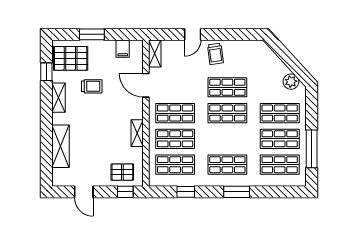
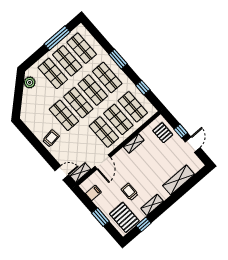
door: (193, 34) -> (62, 173), moved
shop shelf: (227, 139) -> (93, 90), added
window: (125, 192) -> (181, 131), moved

